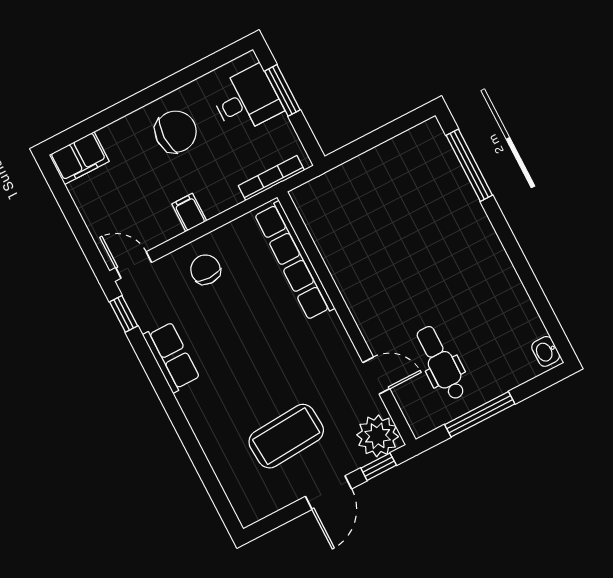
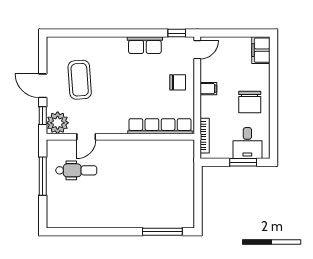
washbasin: (546, 351) -> (56, 222), removed

